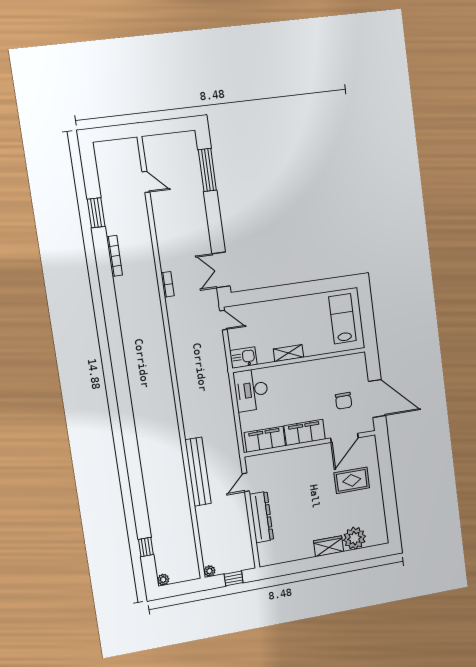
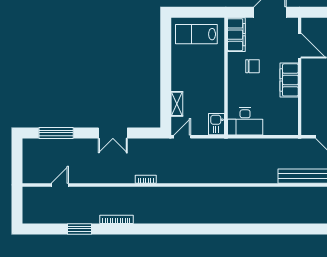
double door: (221, 270) -> (113, 133), moved
shelving: (288, 353) -> (177, 104), moved
chair: (344, 401) -> (253, 66), moved
filing cabinet: (265, 439) -> (236, 35), moved, turned 180

